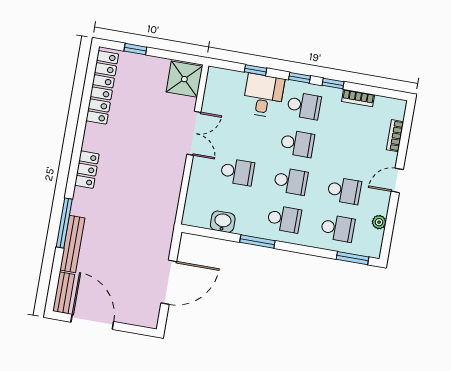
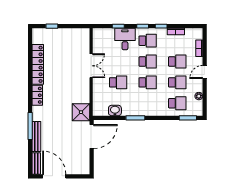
shower: (184, 79) -> (81, 112), moved
locker: (102, 87) -> (38, 64), moved
school desk: (284, 219) -> (177, 62), moved
door: (169, 282) -> (92, 137), moved

